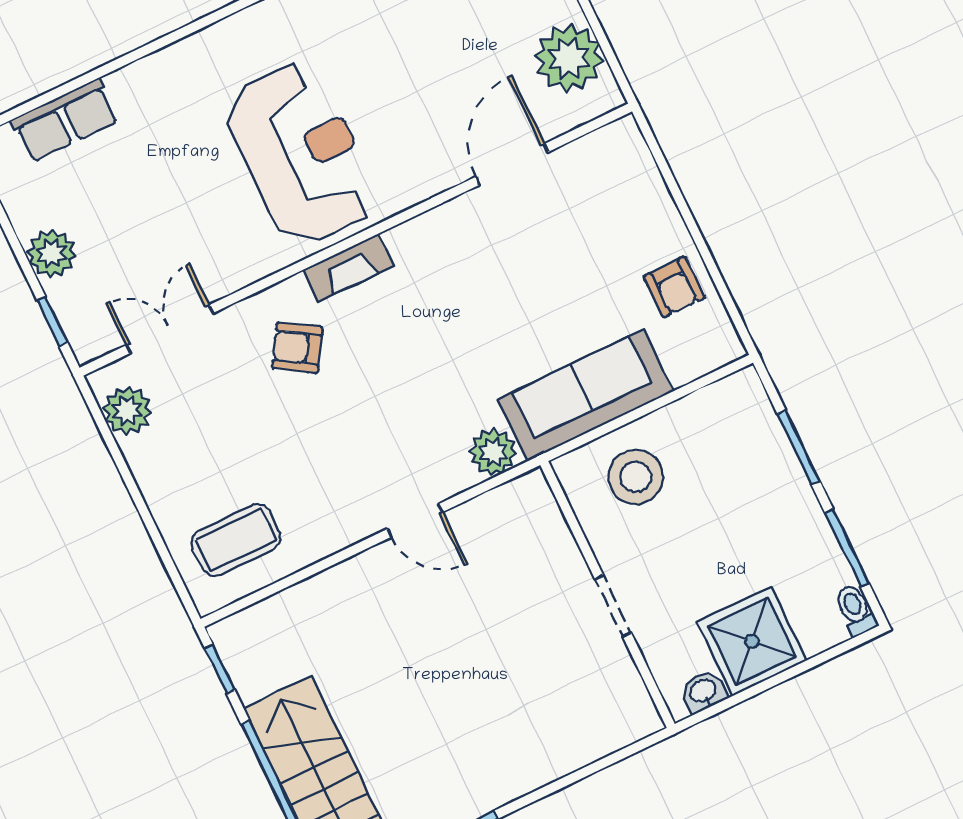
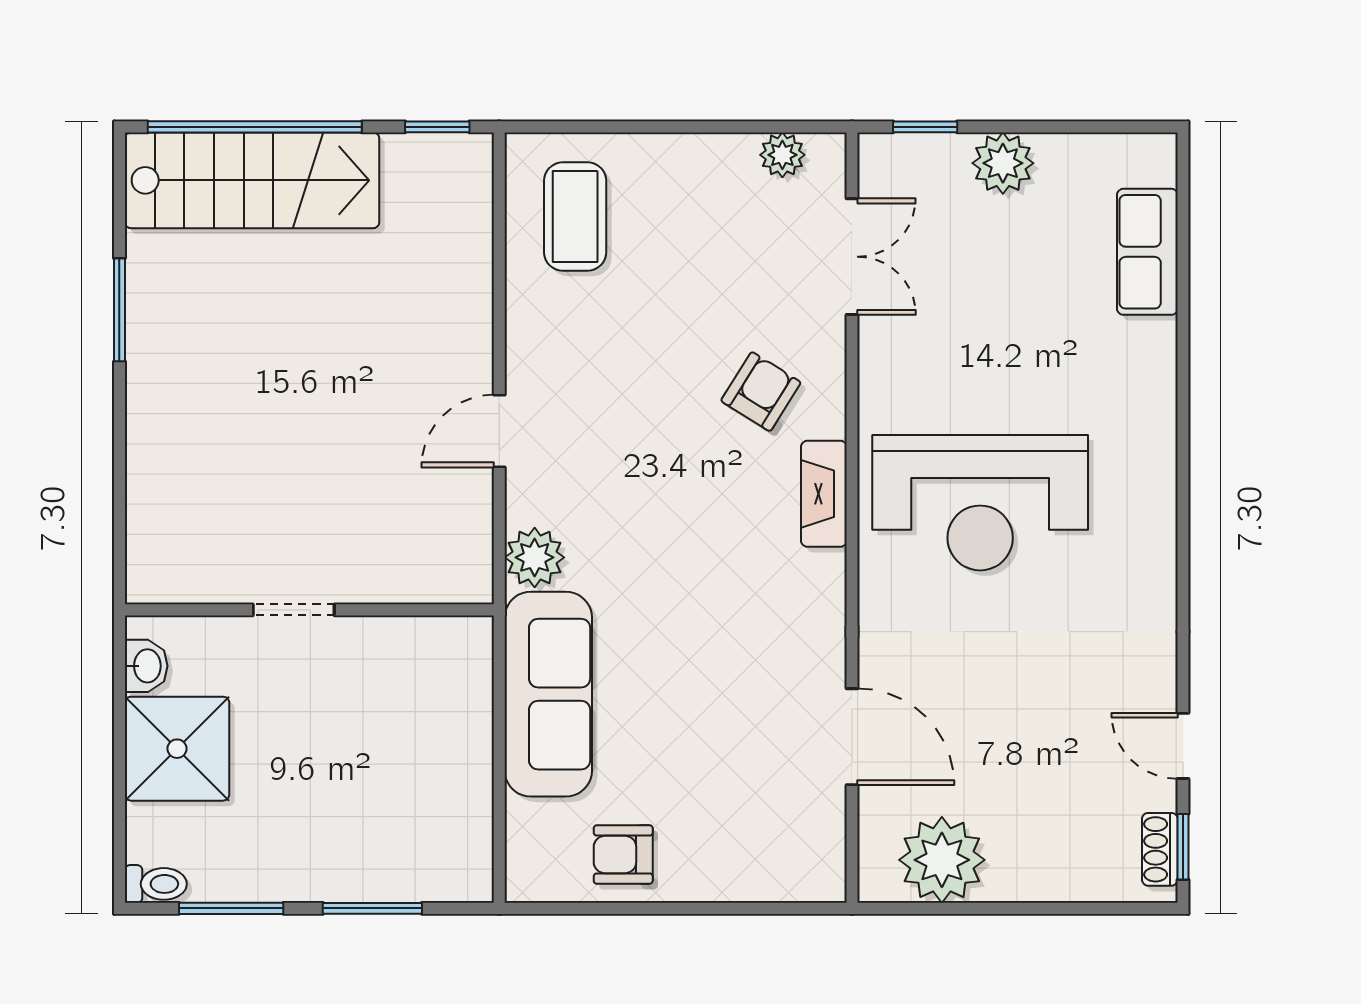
plant: (127, 411) -> (782, 155), width x0.73, depth x0.73
stool: (636, 477) -> (428, 707), removed

